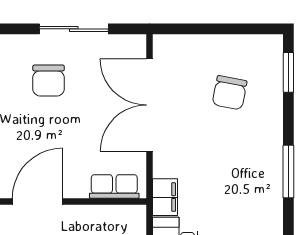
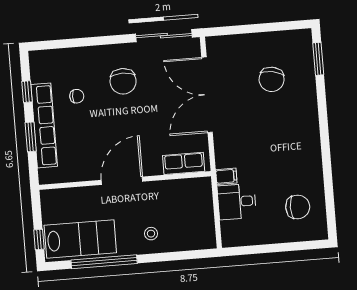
sliding door: (74, 29) -> (164, 36), moved
window: (288, 172) -> (325, 140), removed
filing cabinet: (165, 197) -> (226, 176), width x0.50

